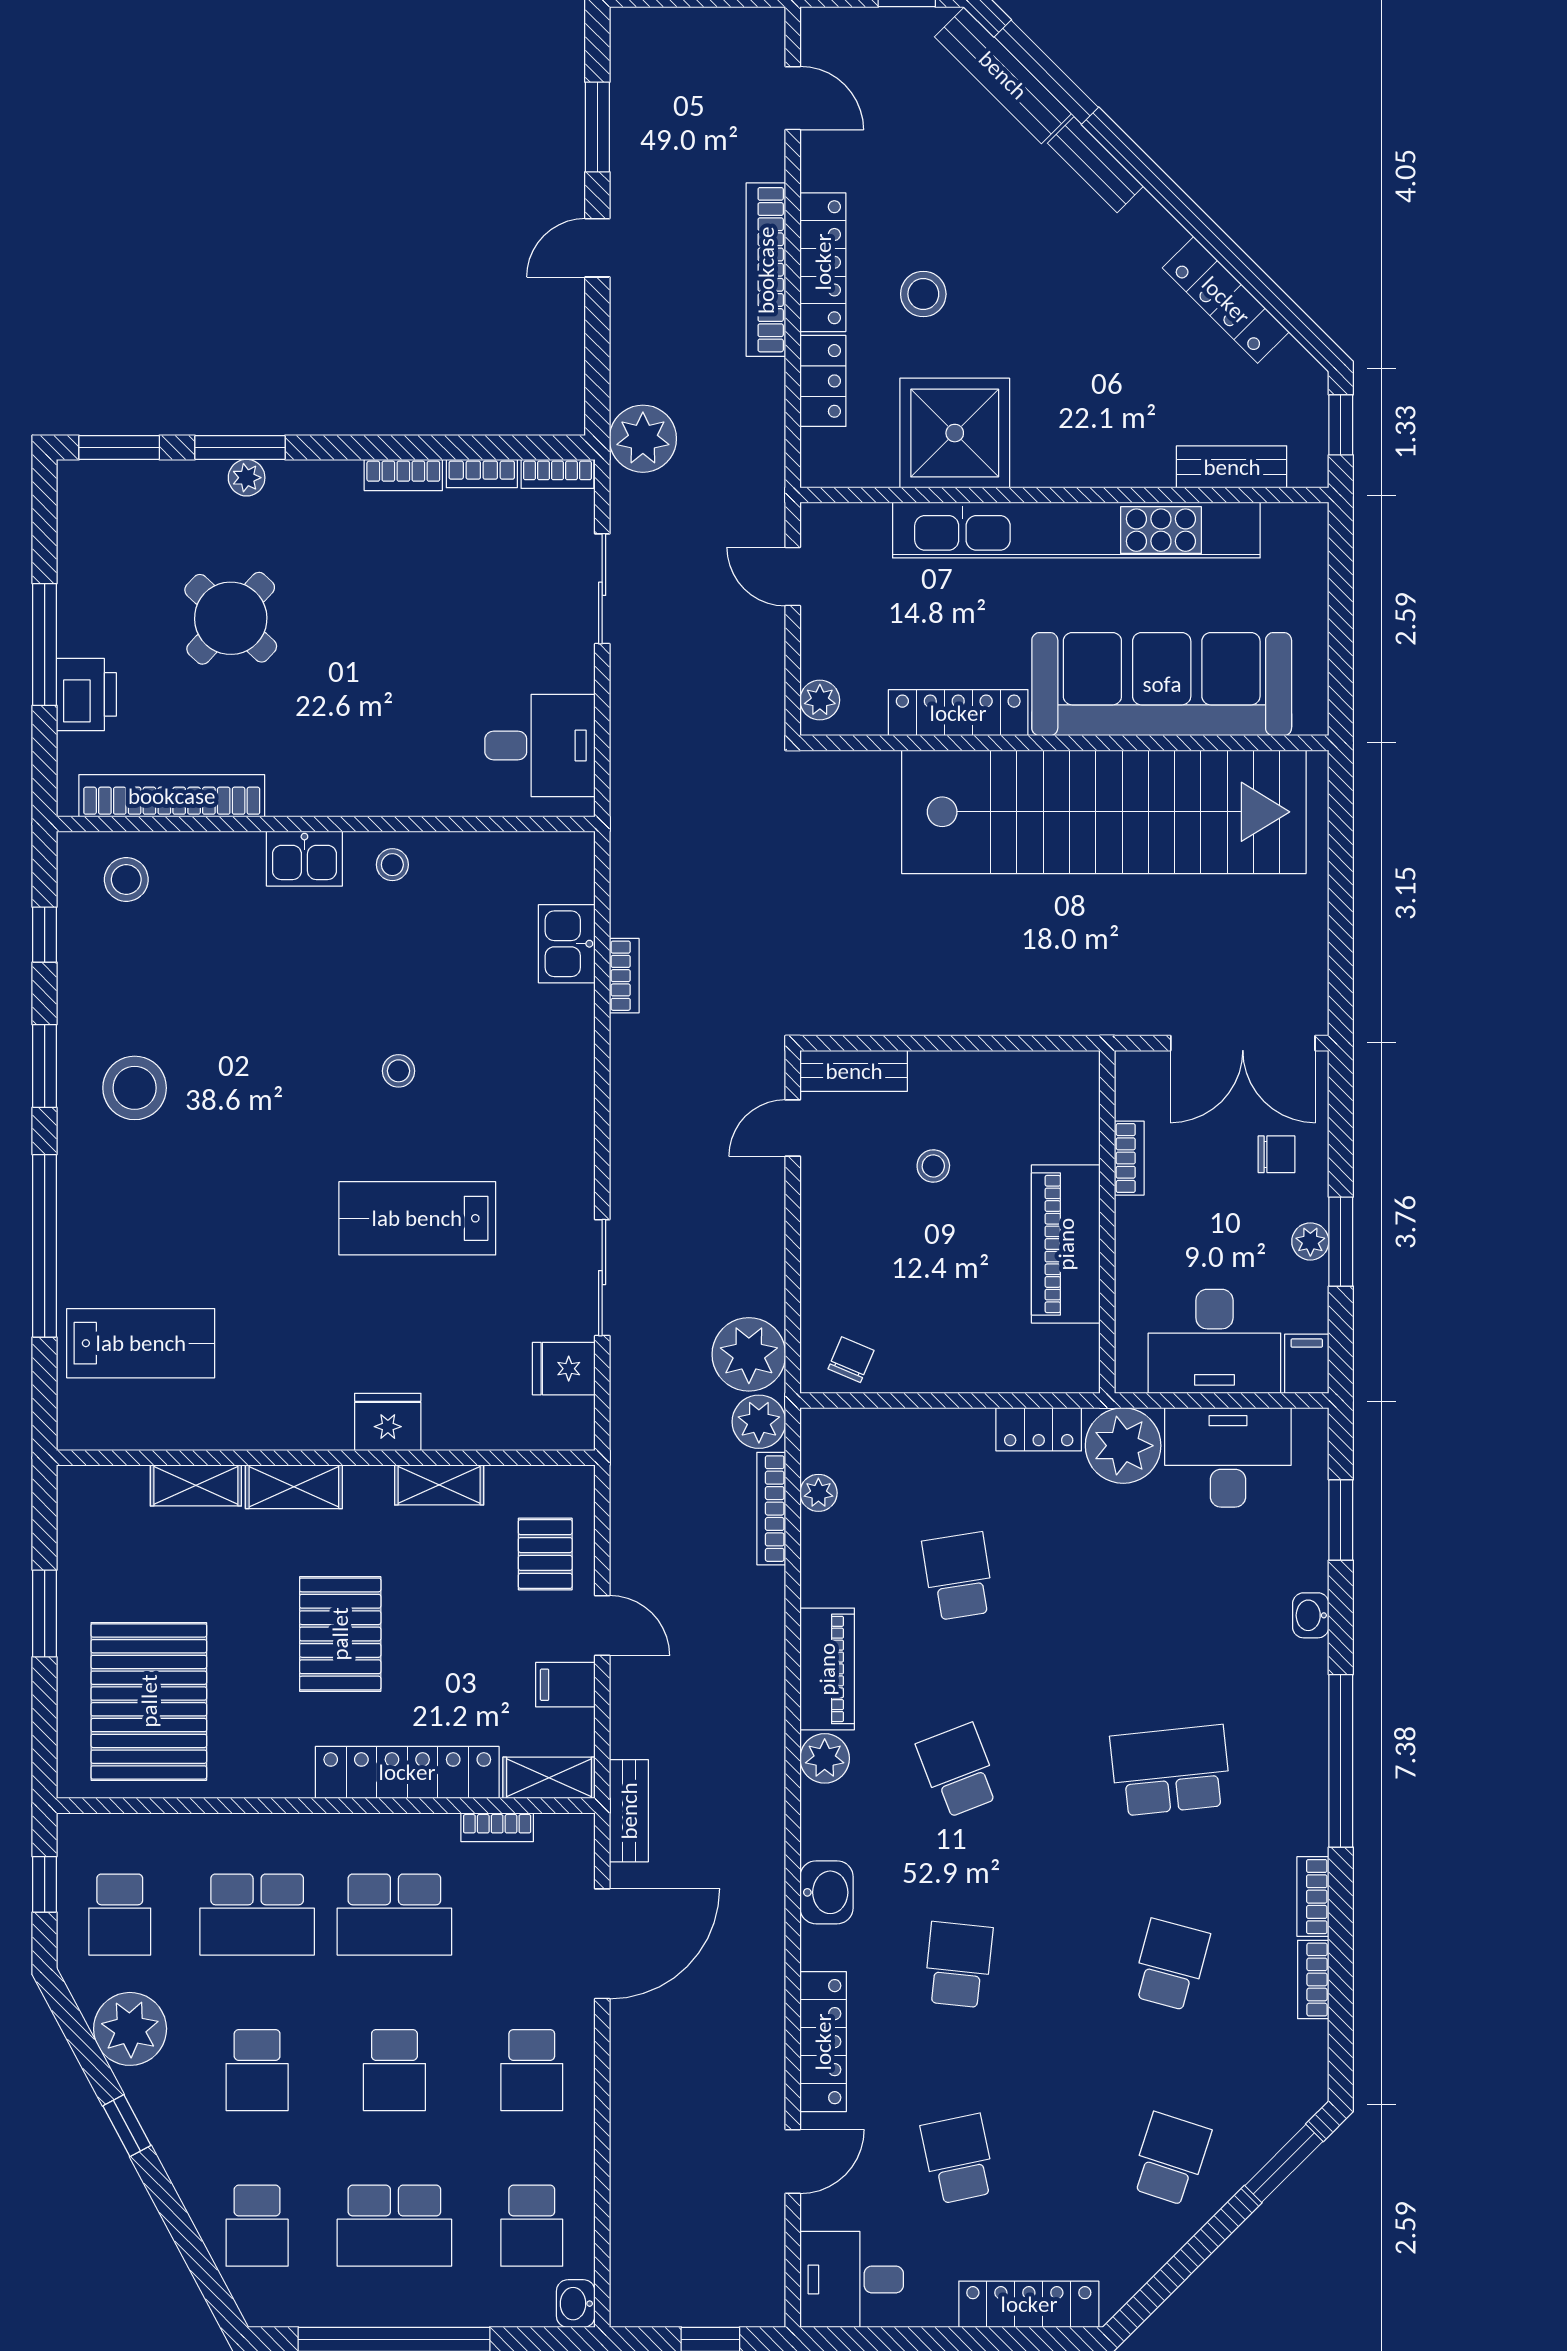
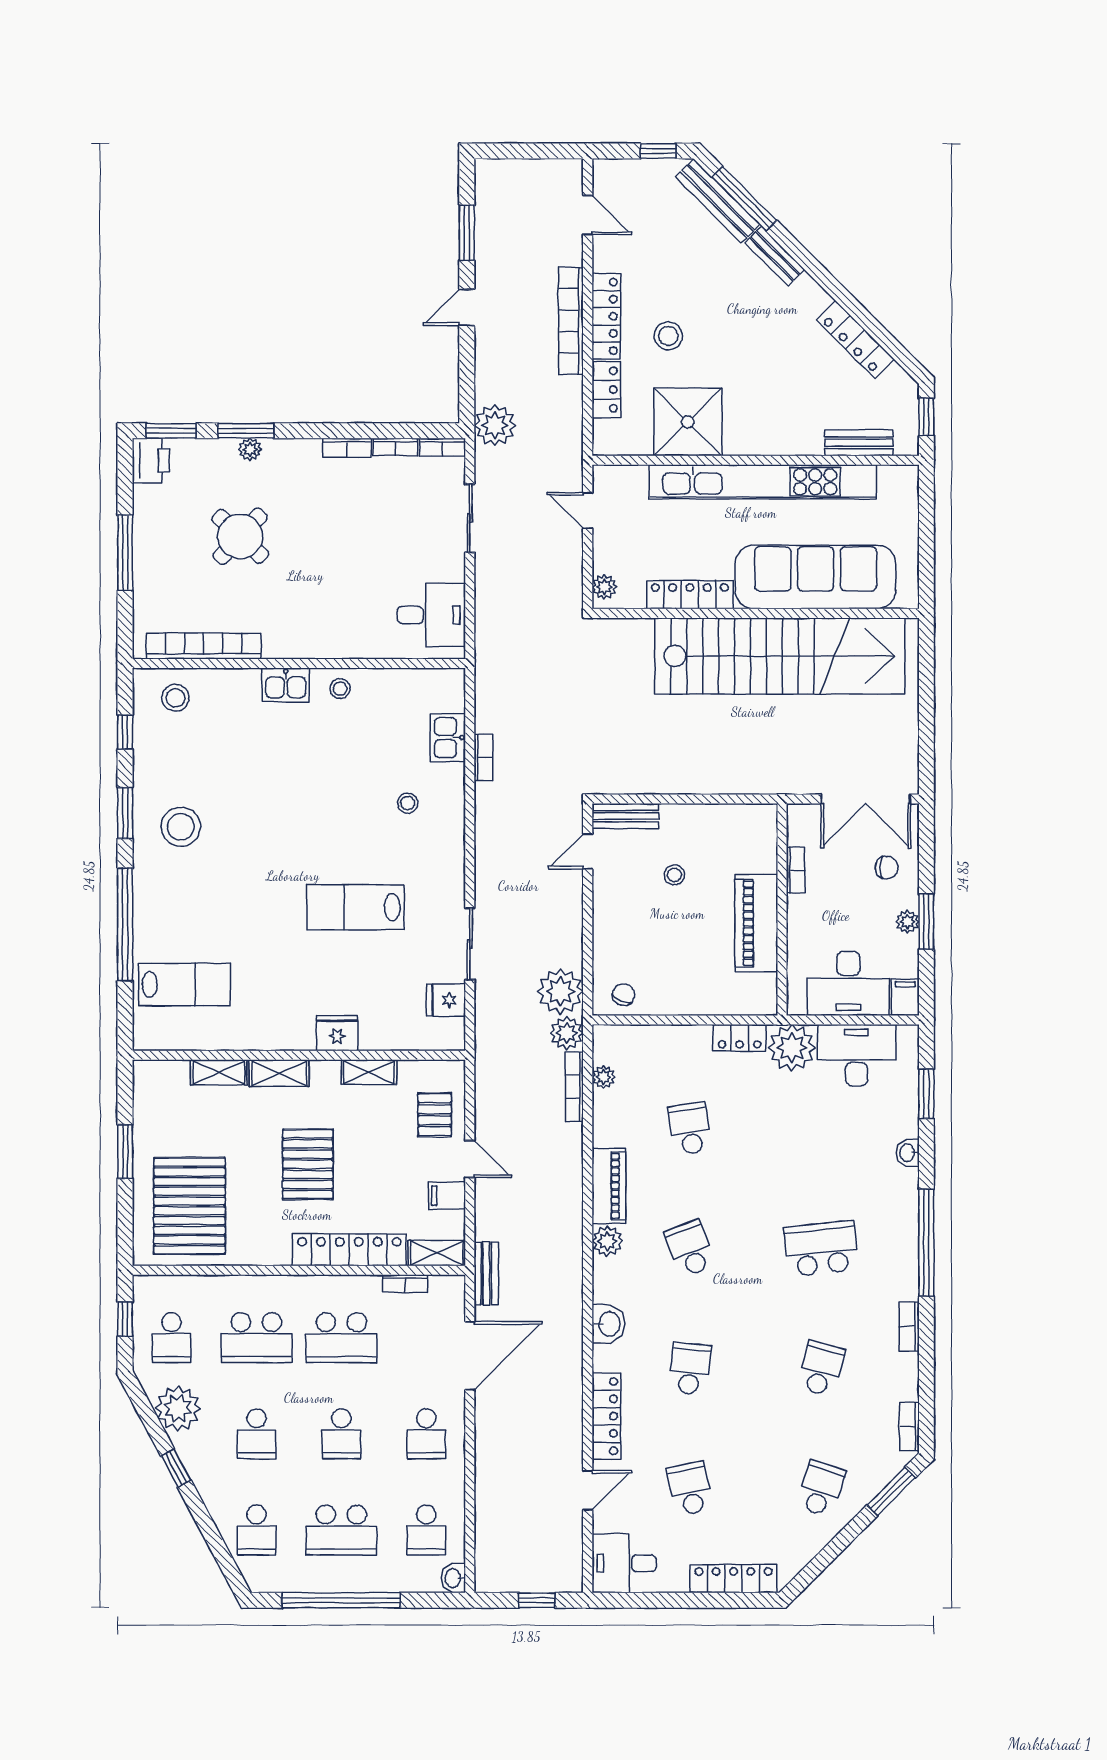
printer: (86, 694) -> (151, 460), moved
stool: (399, 1071) -> (408, 803), moved
bookcase: (1313, 1979) -> (909, 1426), moved

